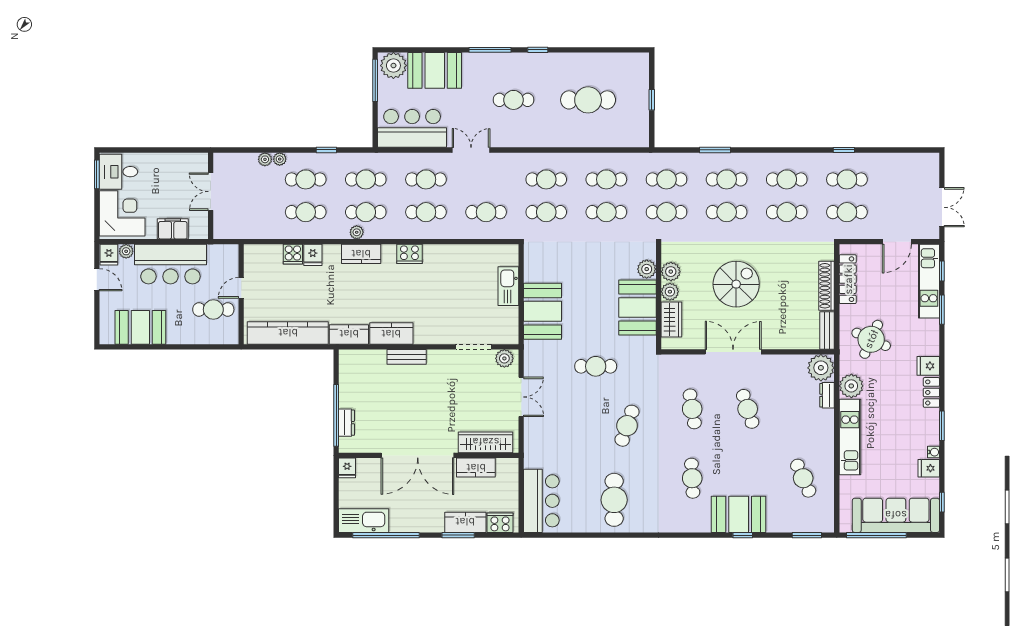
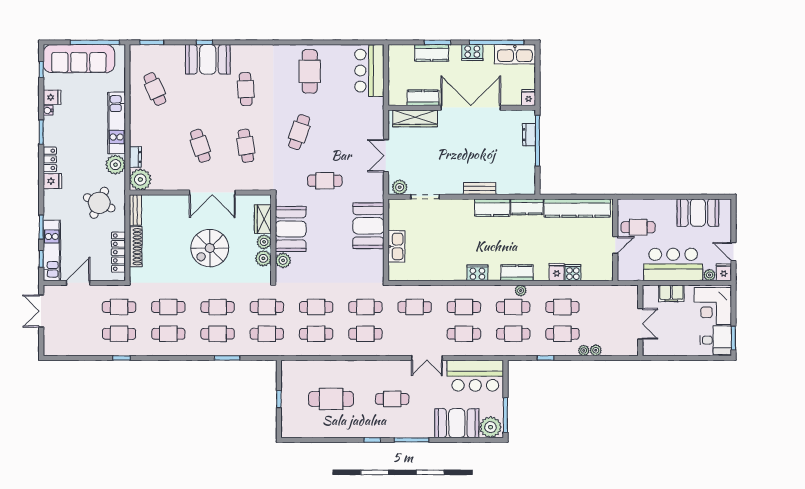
cooker: (500, 523) -> (472, 53), moved

